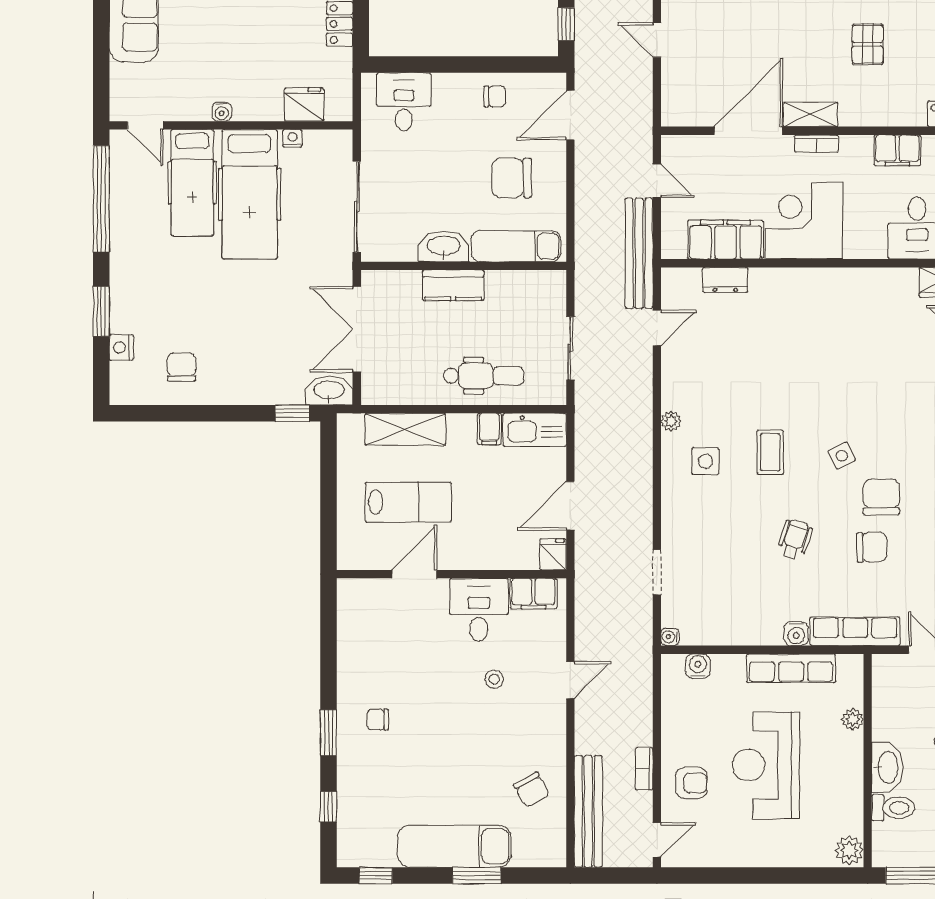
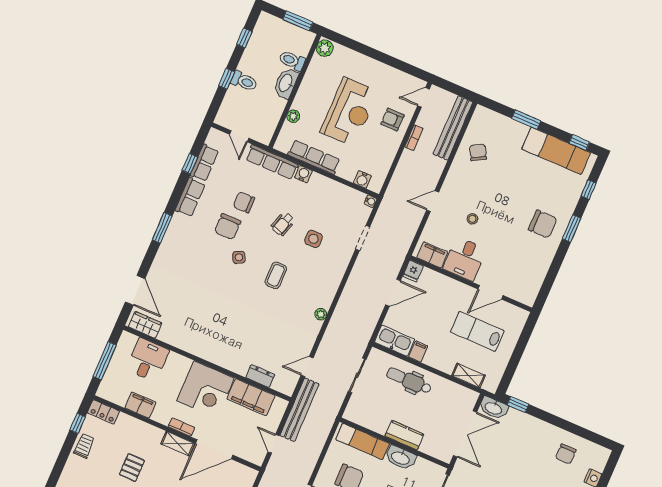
shelving: (405, 429) -> (468, 376), width x0.67, depth x0.75
side table: (705, 461) -> (314, 239), moved
chair: (378, 720) -> (543, 224), width x1.87, depth x1.87
exam couch: (454, 846) -> (556, 151), moved

